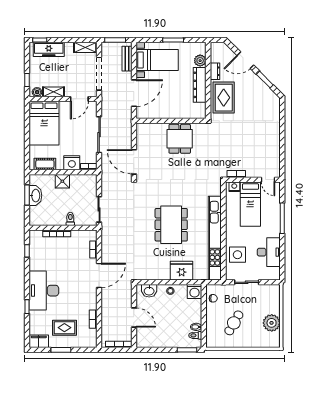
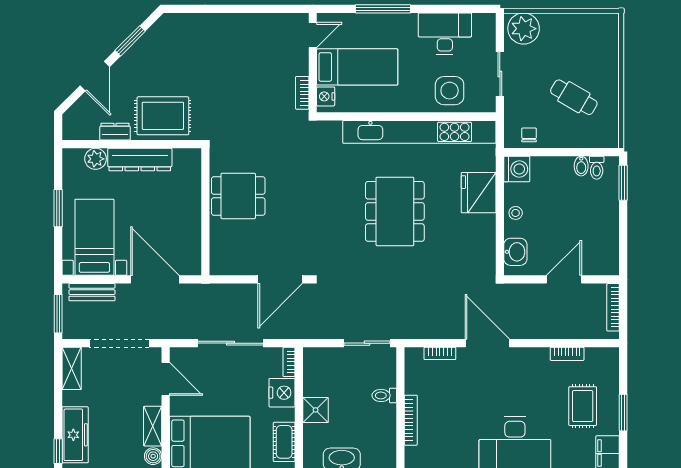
dining table: (171, 225) -> (395, 211), turned 90
plant: (272, 323) -> (524, 29), moved

